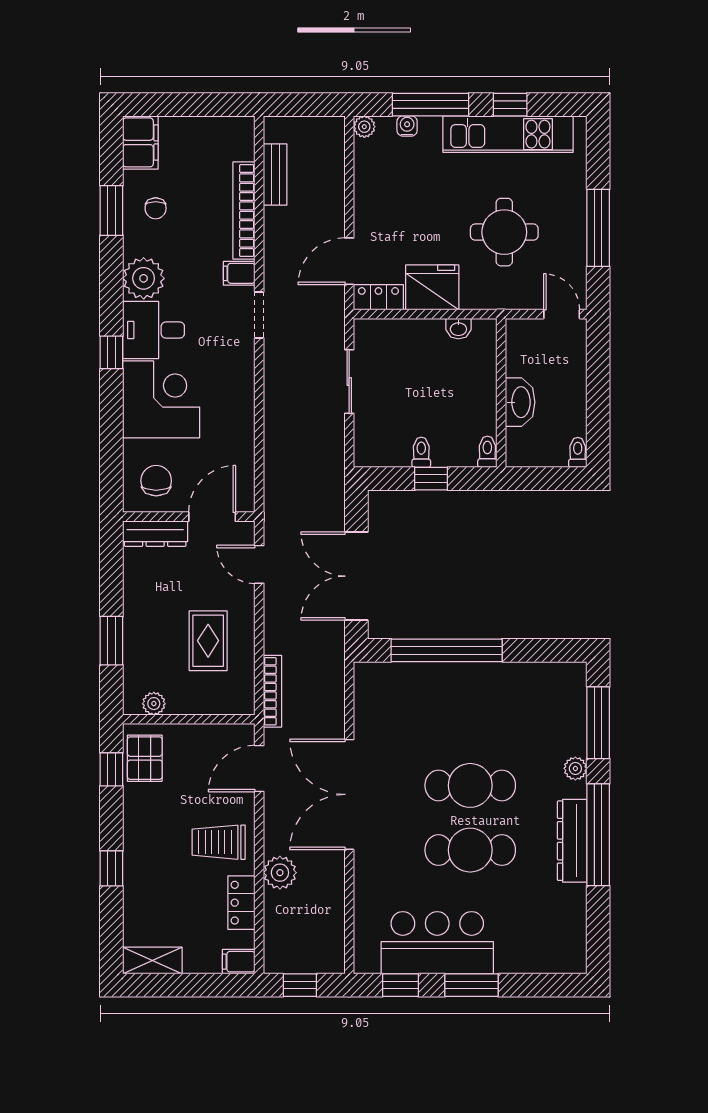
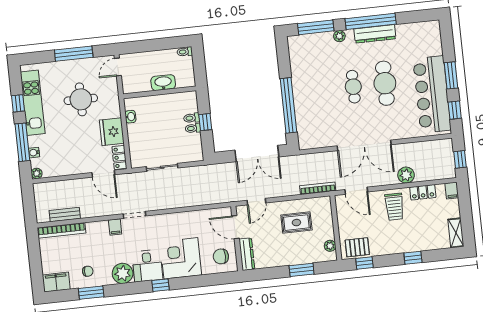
bookcase: (244, 211) -> (62, 230), moved
toilet: (487, 452) -> (192, 118), moved
cafe table: (470, 785) -> (353, 87), width x0.73, depth x0.74
bar counter: (437, 943) -> (432, 94), width x1.36

